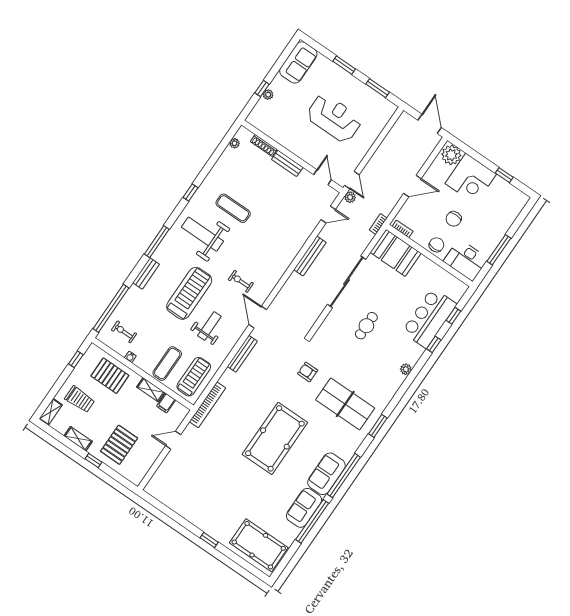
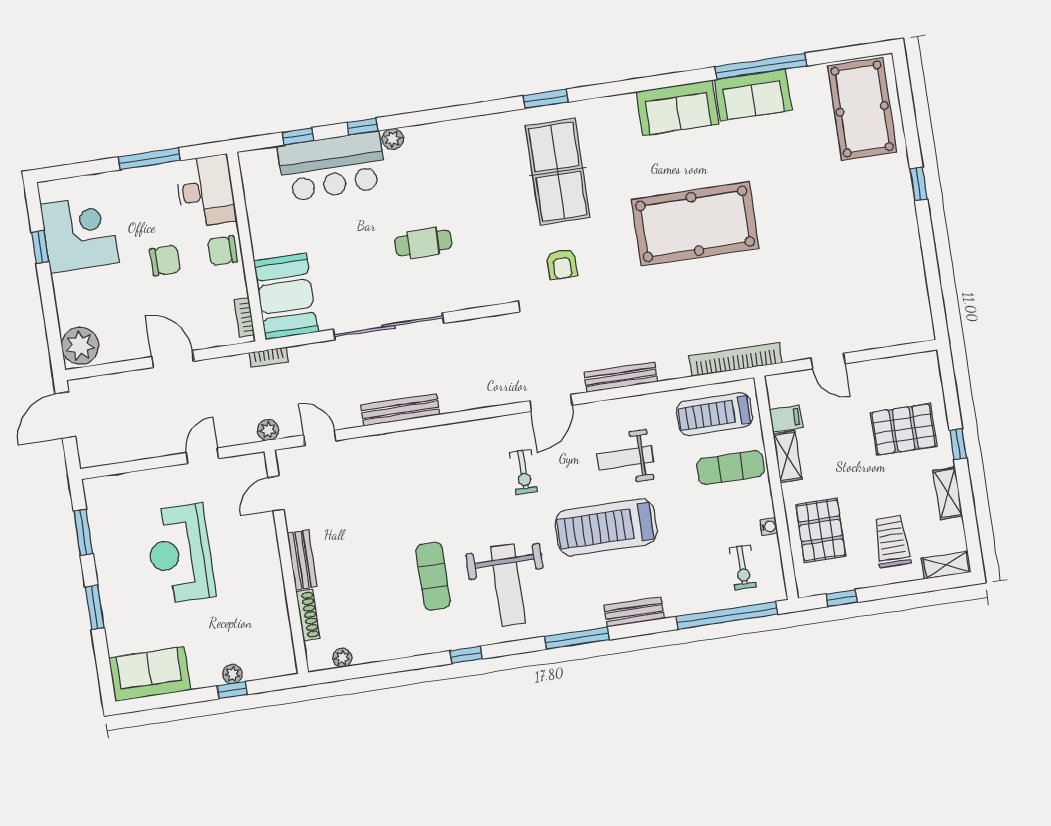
corner desk: (471, 179) -> (80, 234), moved
door: (352, 180) -> (202, 456), moved
plant: (406, 369) -> (393, 139), moved
window: (344, 476) -> (658, 82), removed

